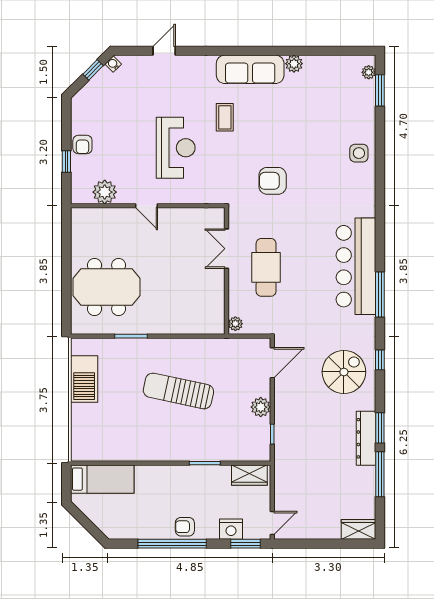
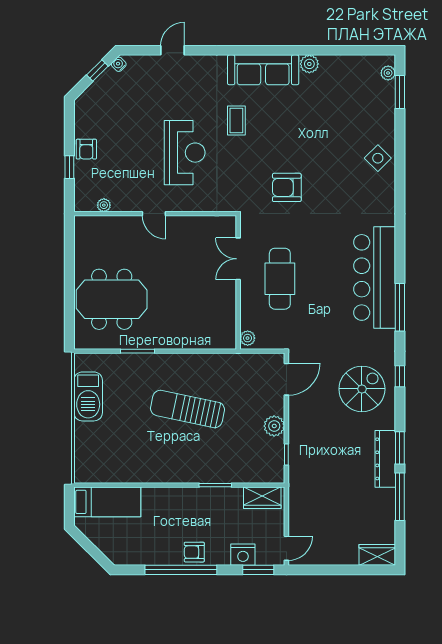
side table: (359, 153) -> (378, 158), turned 45
plant: (105, 192) -> (104, 205), width x0.53, depth x0.53

